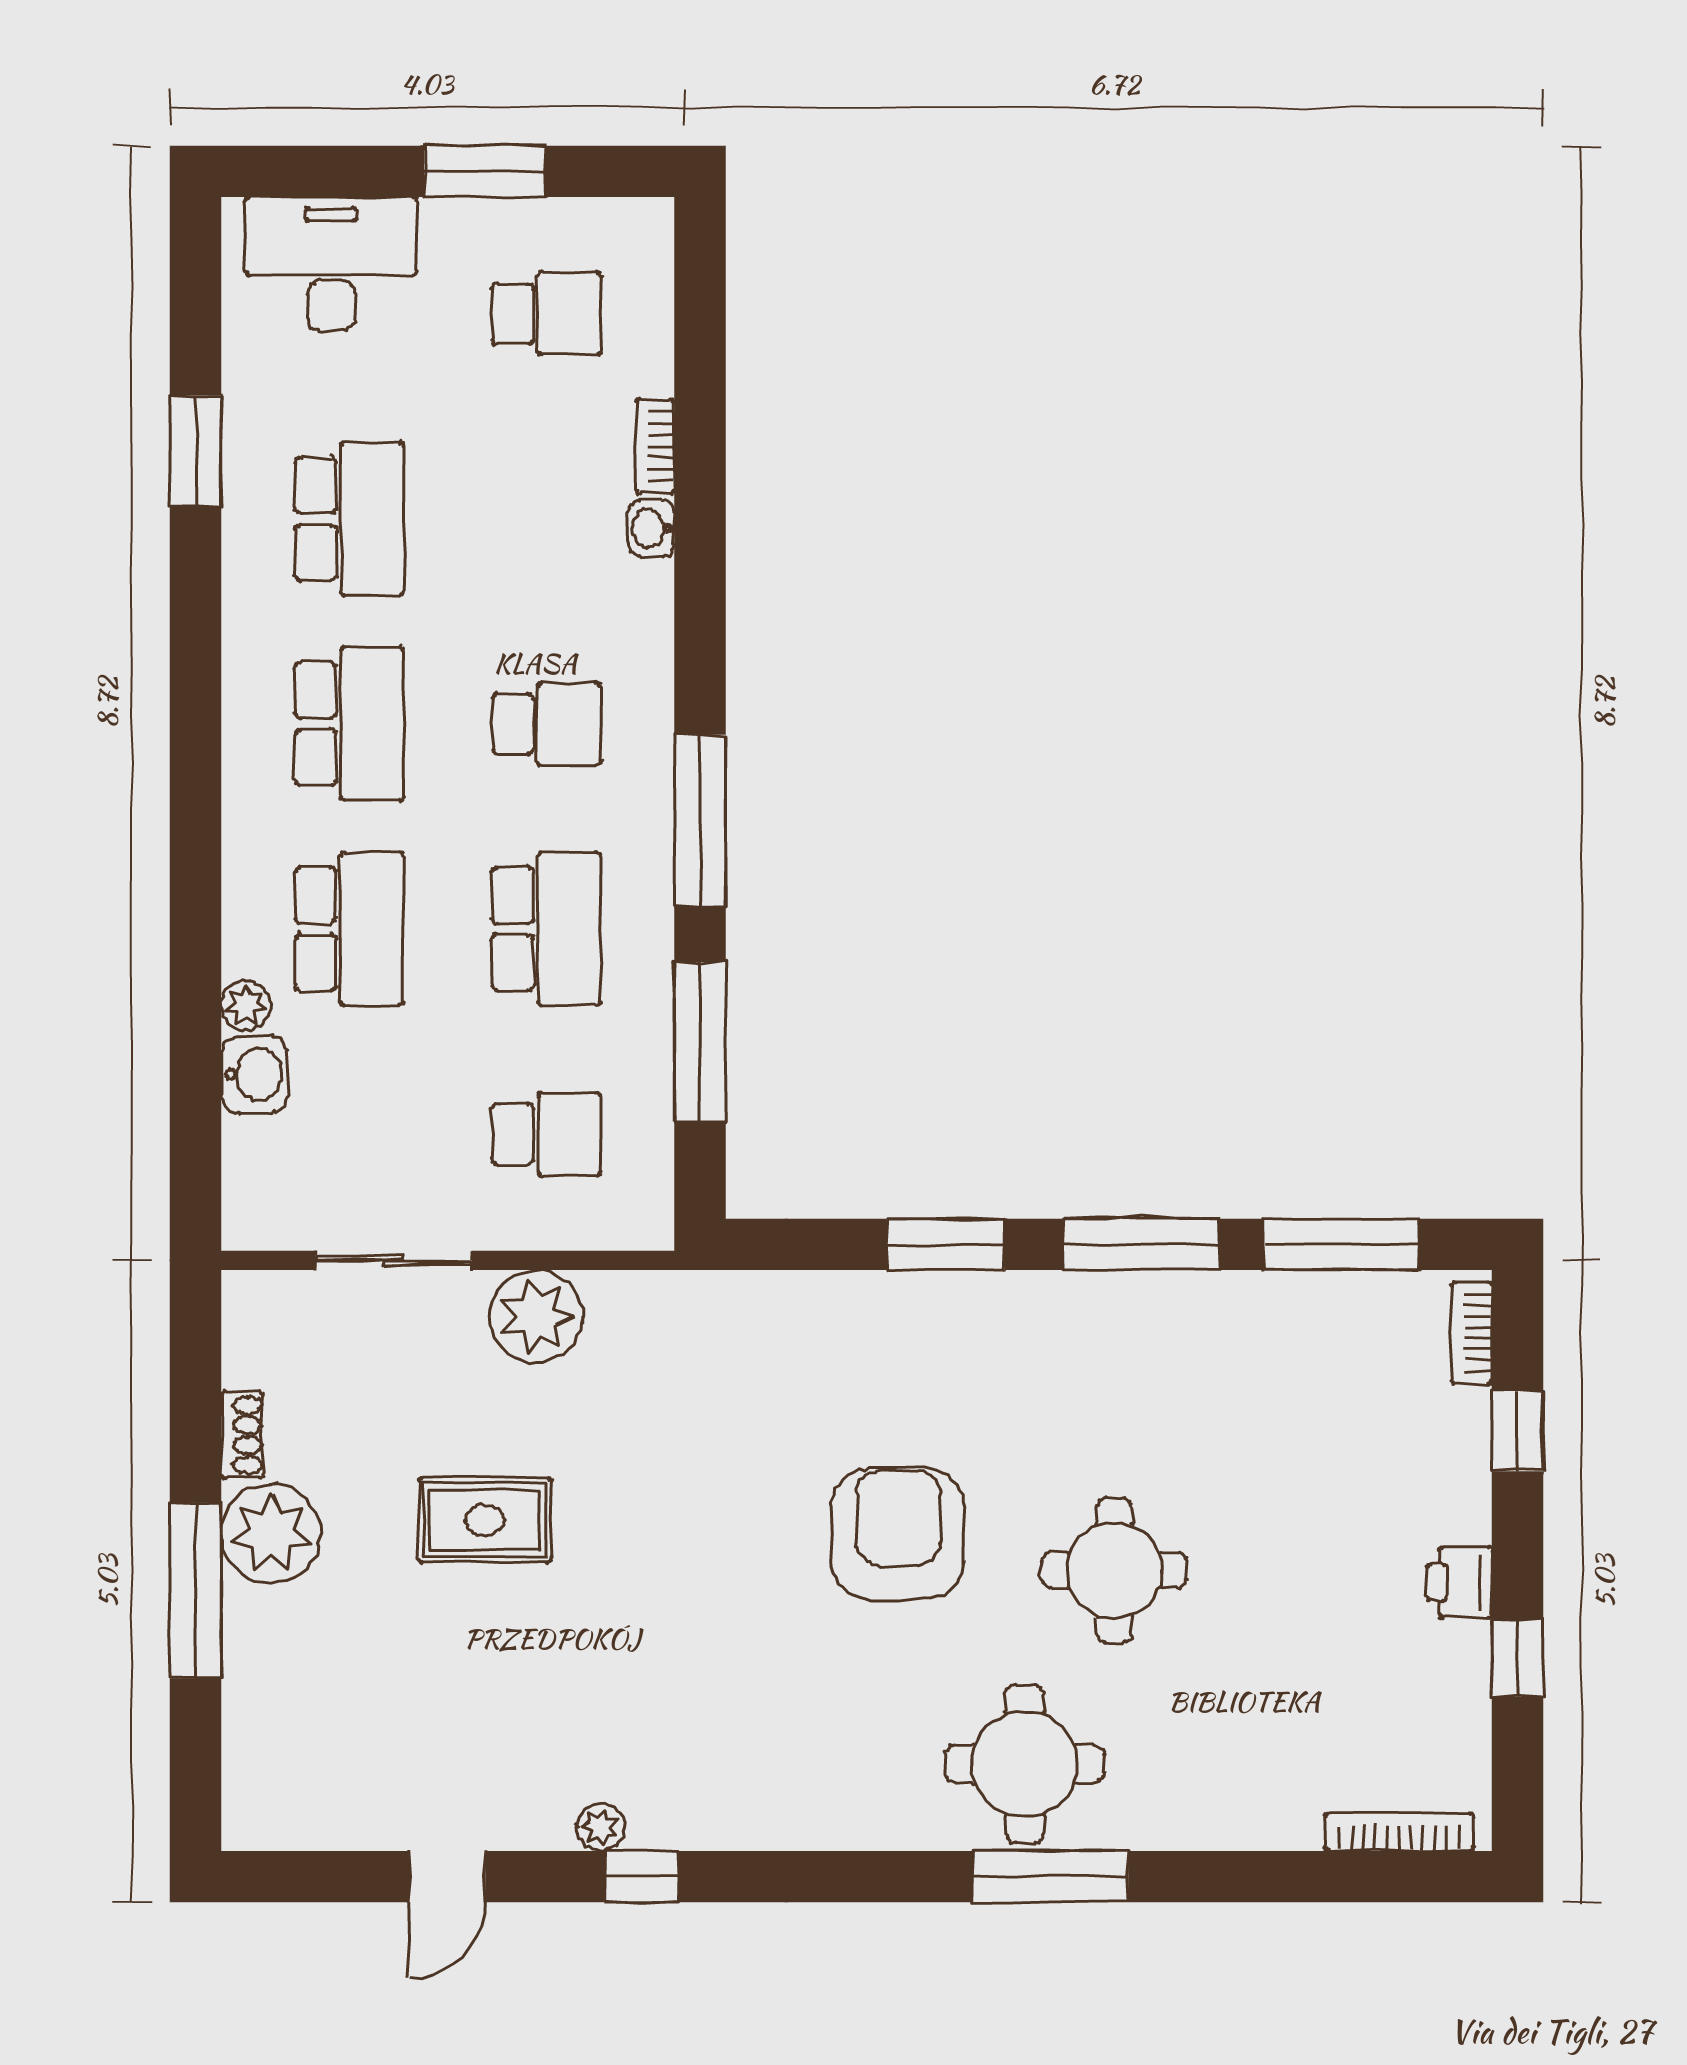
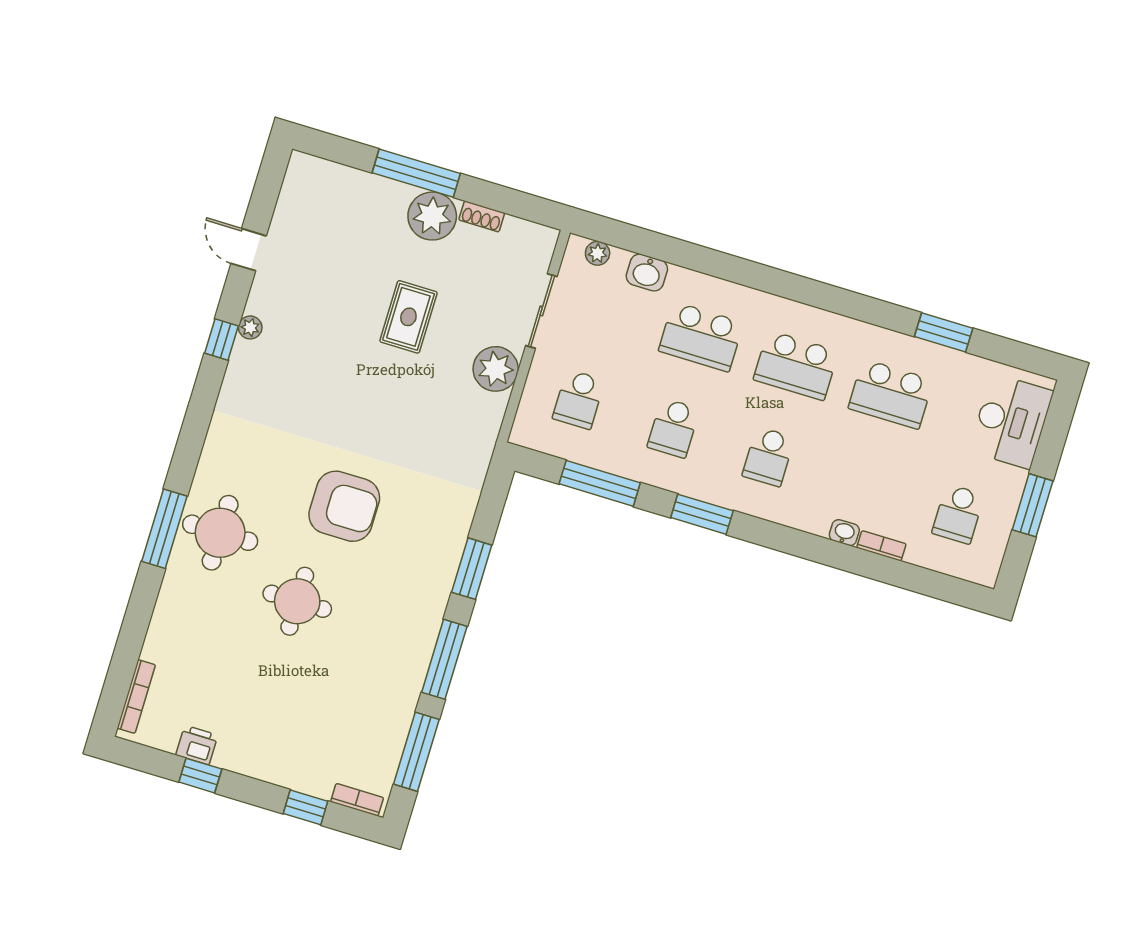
window: (700, 821) -> (702, 514), width x0.69
school desk: (546, 929) -> (673, 428), width x0.54
plant: (246, 1005) -> (598, 253), moved
printer: (1459, 1582) -> (197, 745), moved

